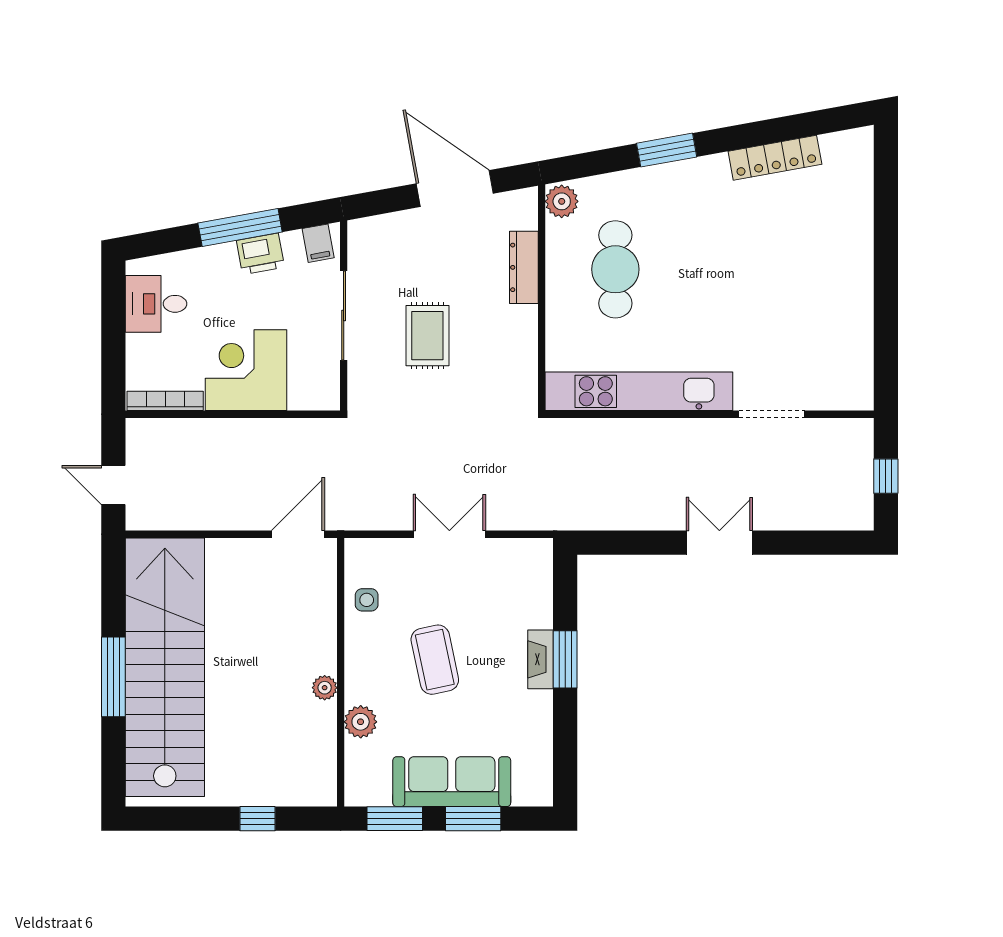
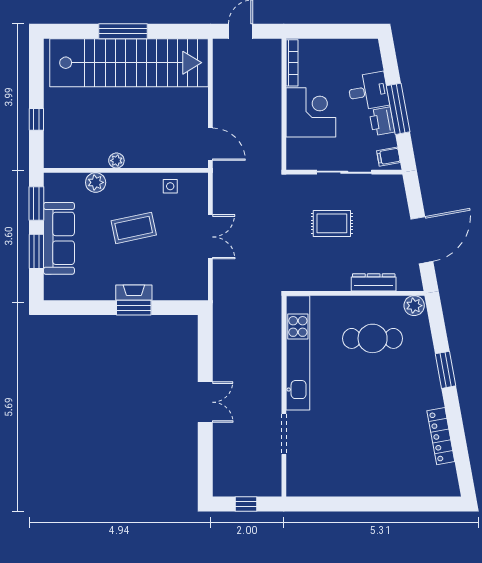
desk: (156, 304) -> (368, 91), moved, turned 80

